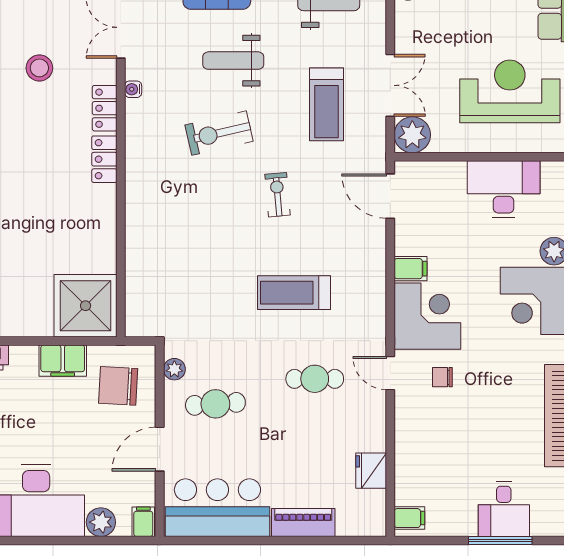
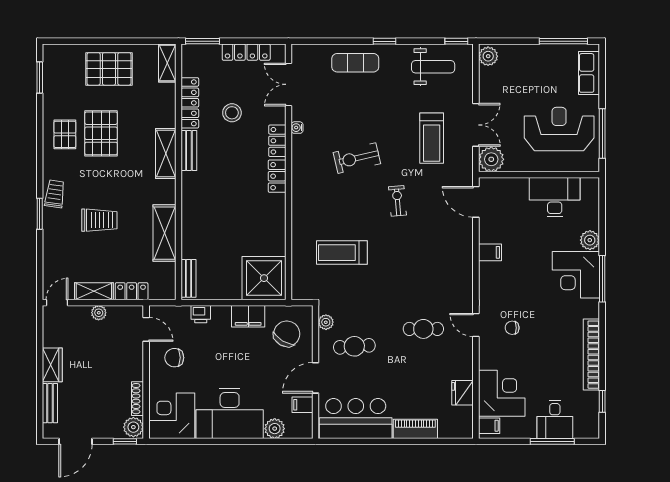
weight bench: (233, 61) -> (367, 108), removed
treadmill: (294, 293) -> (342, 253), moved
corner desk: (427, 316) -> (502, 393), moved
chair: (118, 386) -> (287, 334), turned 118
filing cabinet: (143, 522) -> (302, 405), moved, turned -90

